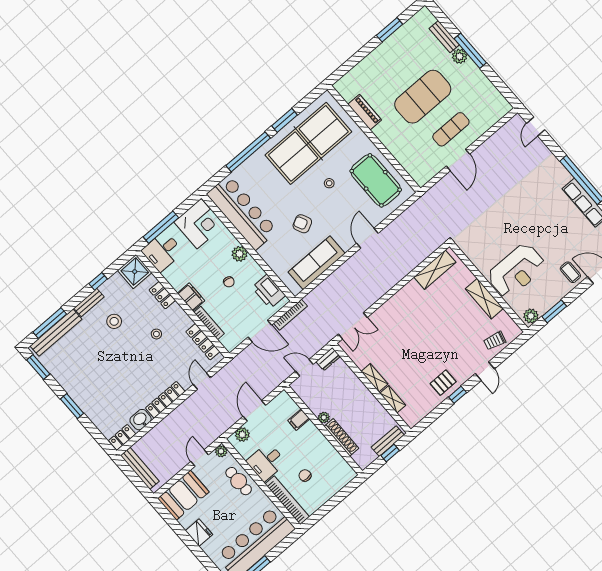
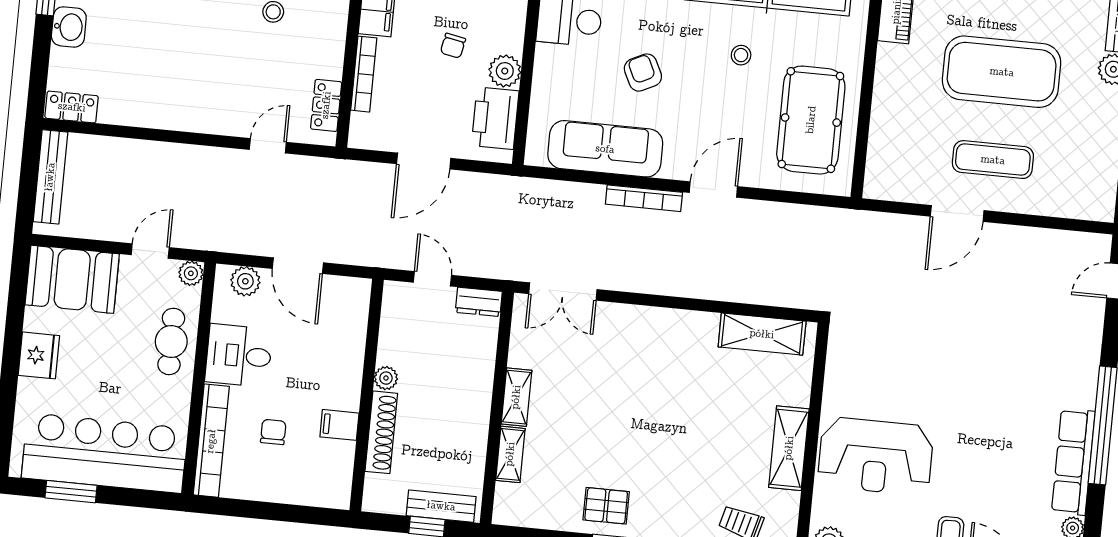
plant: (240, 254) -> (505, 71), moved
bookcase: (290, 315) -> (644, 198), moved
door: (260, 331) -> (424, 161), hinge flipped
locker: (203, 342) -> (326, 105), width x0.66
locker: (165, 400) -> (188, 118), removed
door: (254, 411) -> (298, 266), swing flipped
washbasin: (141, 420) -> (69, 27), moved, turned 90
filing cabinet: (299, 420) -> (339, 425), moved

